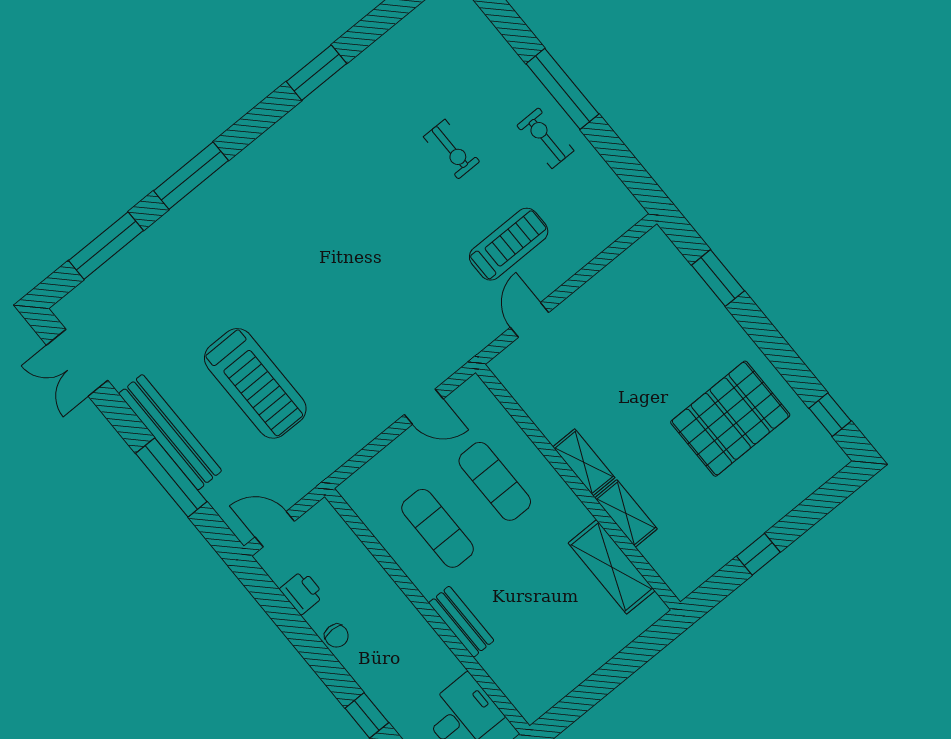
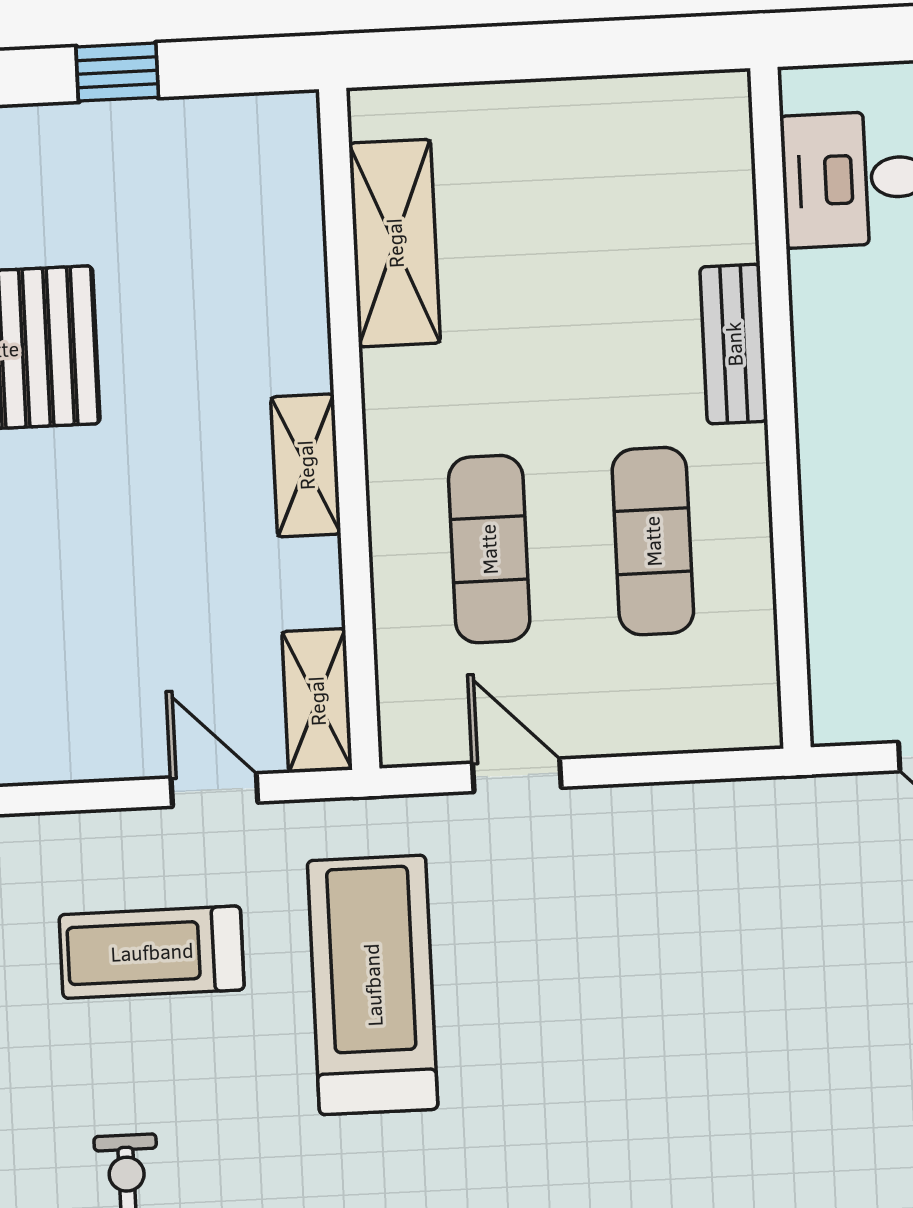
door: (530, 320) -> (214, 790), swing flipped
treadmill: (255, 383) -> (373, 985), moved
shelving: (626, 513) -> (317, 701), moved

